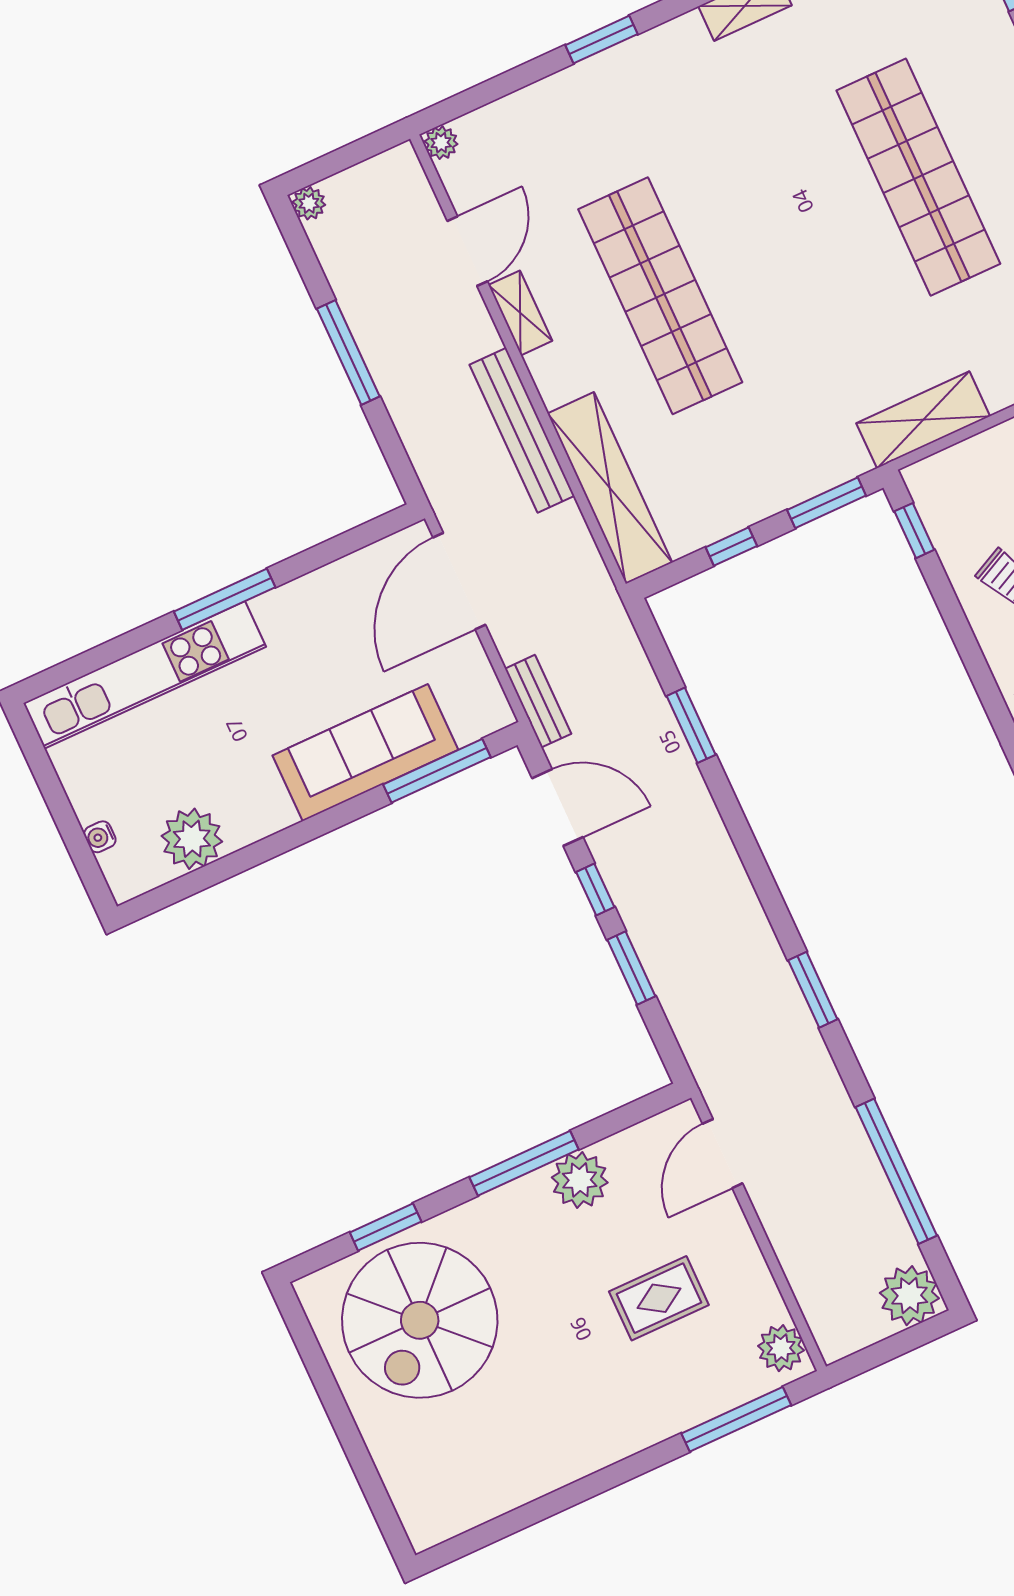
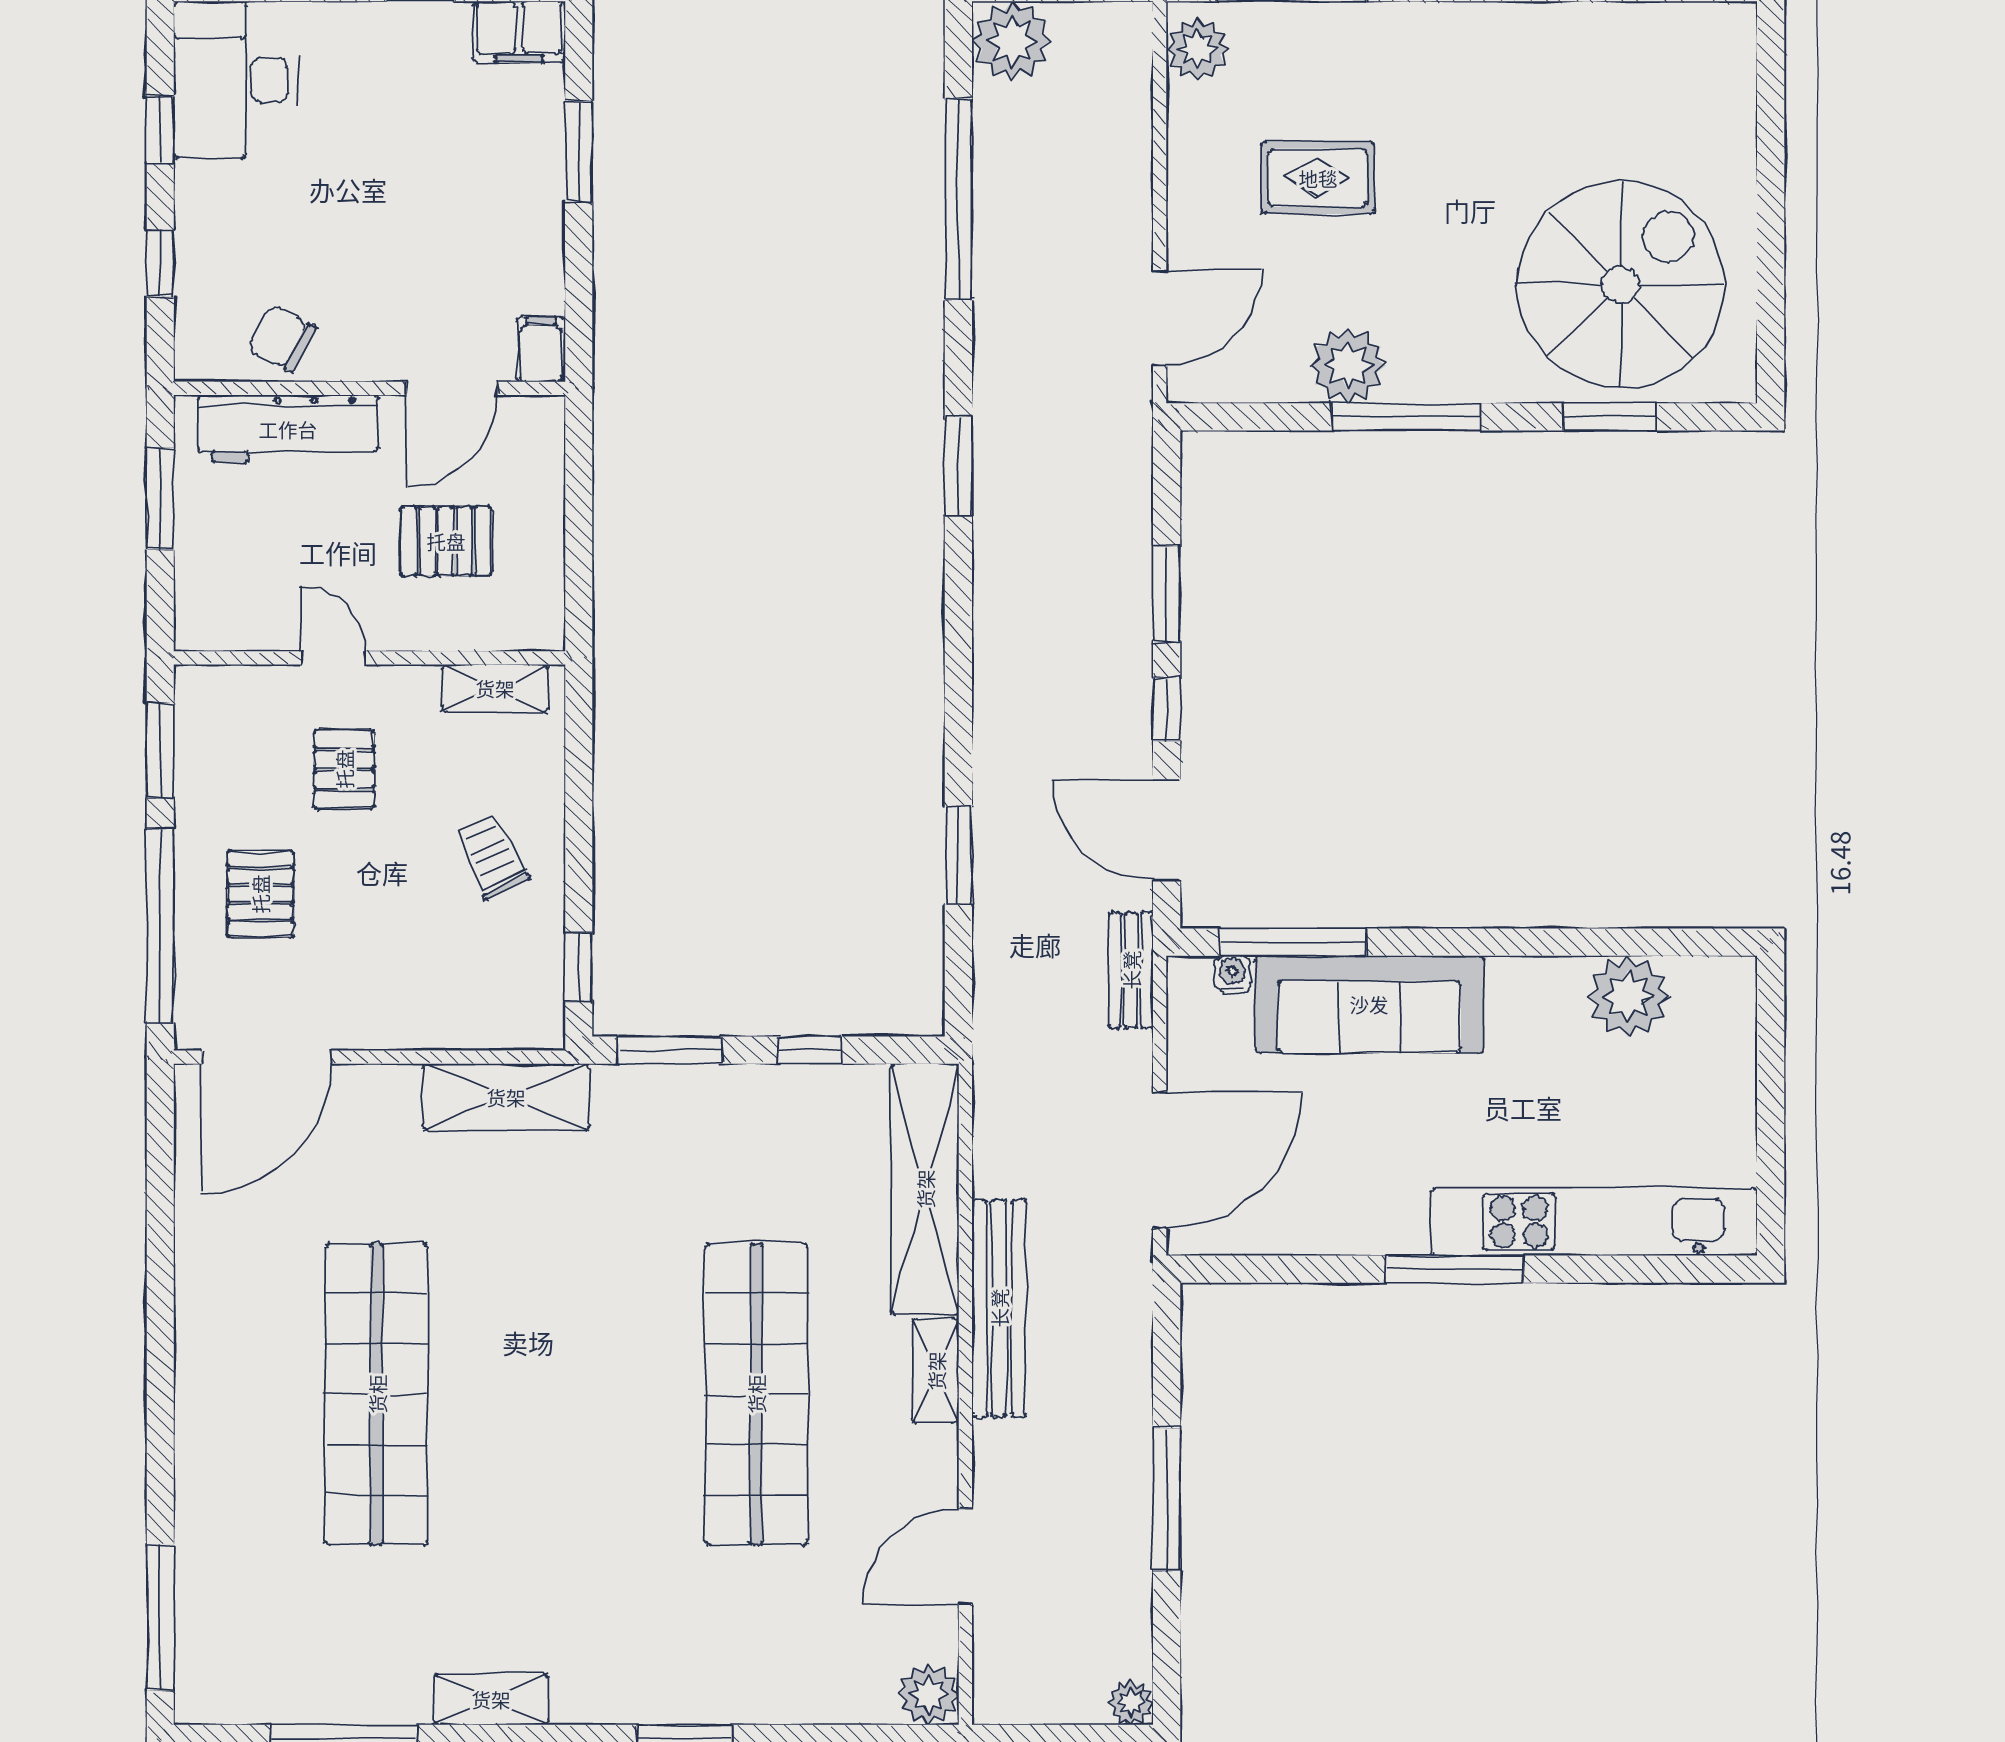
plant: (441, 143) -> (928, 1694), width x1.38, depth x1.38
shelving: (520, 313) -> (936, 1371), moved
water cooler: (100, 837) -> (1232, 974), moved, turned -90

